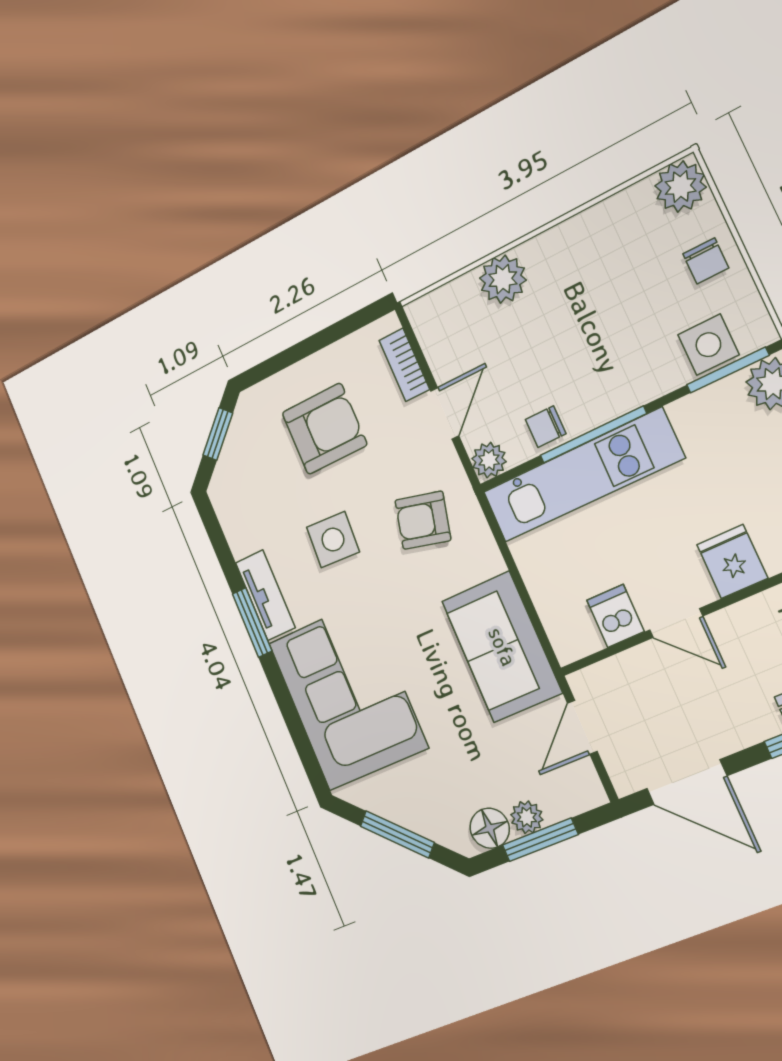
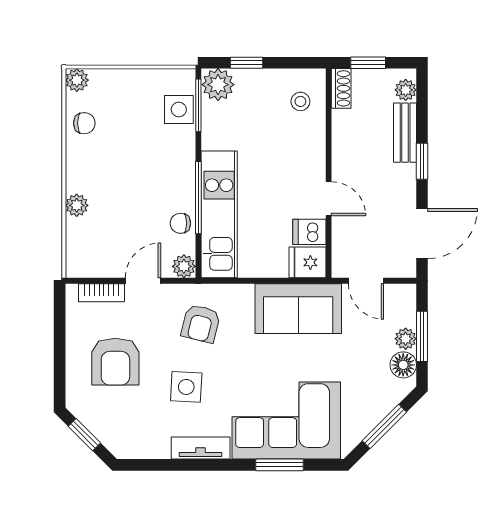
plant: (681, 186) -> (77, 80), width x0.73, depth x0.73
chair: (706, 261) -> (84, 123), moved
plant: (503, 279) -> (77, 205), width x0.73, depth x0.73
door: (445, 413) -> (143, 281), hinge flipped
chair: (546, 427) -> (180, 223), turned 90
armchair: (324, 429) -> (115, 362), turned 180
fridge: (732, 561) -> (307, 262), moved
window: (252, 622) -> (279, 465), moved
door: (676, 623) -> (329, 199), hinge flipped

